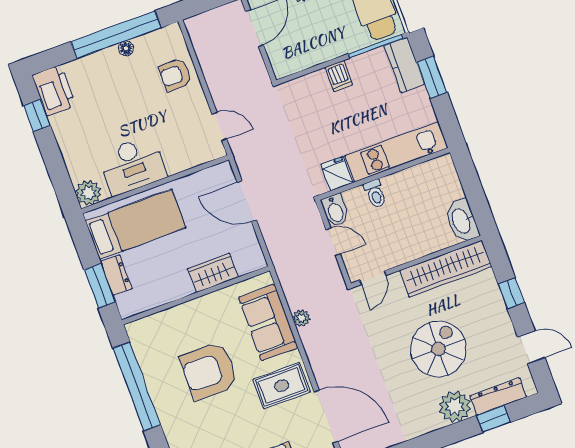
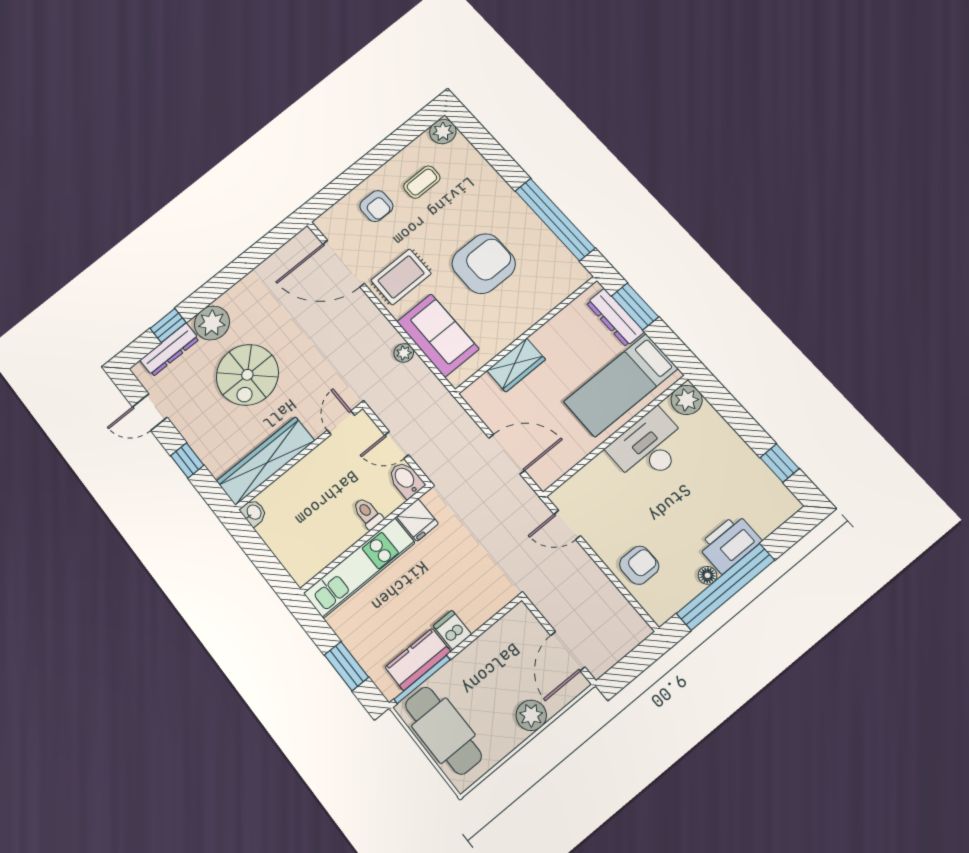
kitchen counter: (404, 65) -> (418, 659), moved, turned -90
printer: (54, 90) -> (730, 543), moved, turned 90
washbasin: (462, 221) -> (254, 513), width x0.52, depth x0.69
dresser: (116, 275) -> (615, 317), width x1.44

